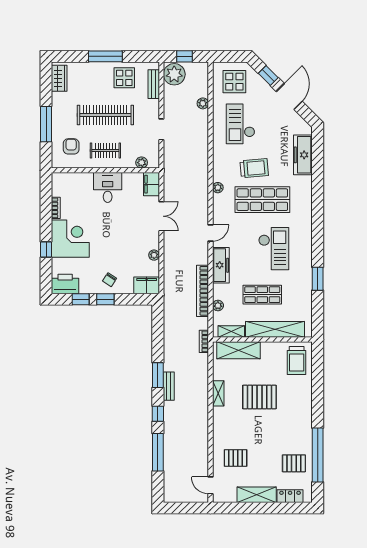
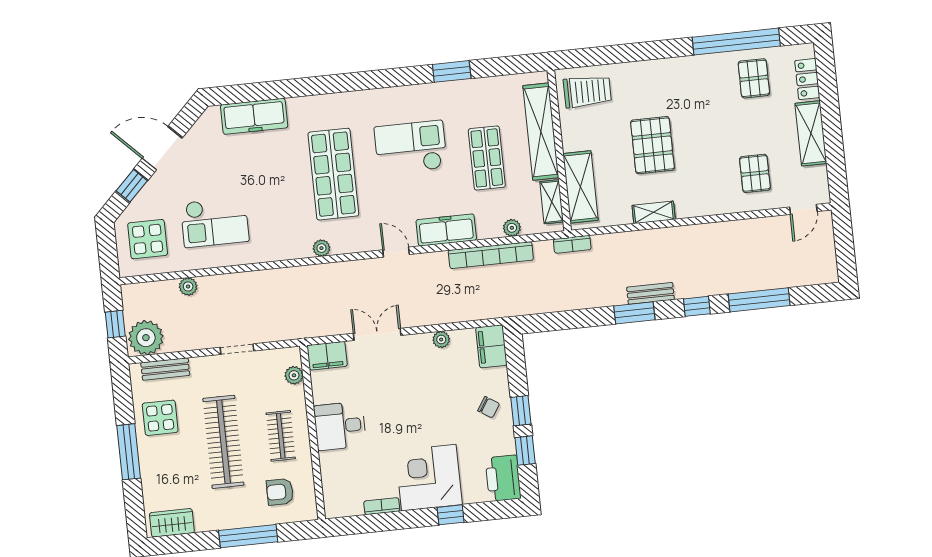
trolley: (254, 168) -> (284, 193), removed

